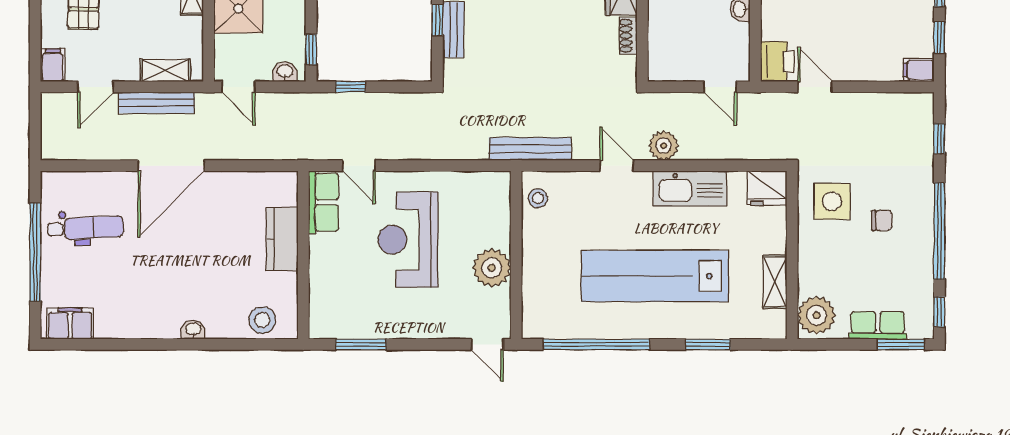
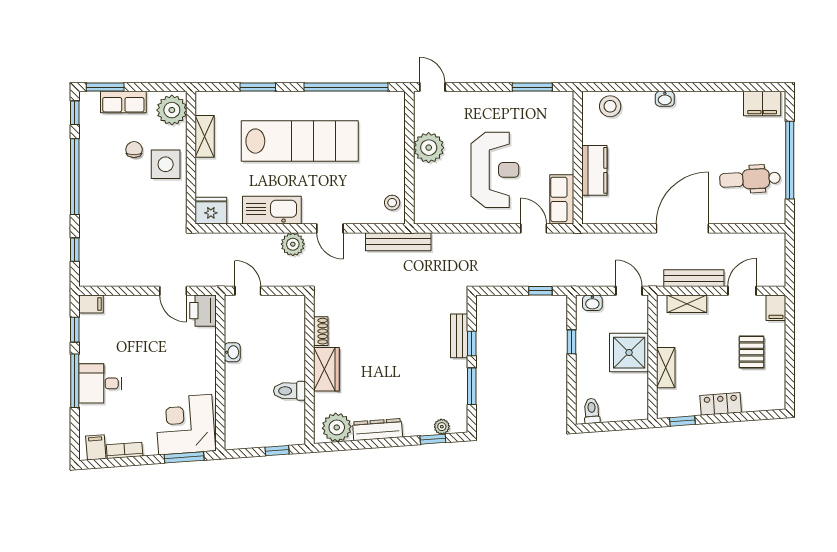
window: (311, 49) -> (571, 342), moved
side table: (832, 201) -> (166, 164), moved
chair: (882, 220) -> (134, 150), moved, turned 90

